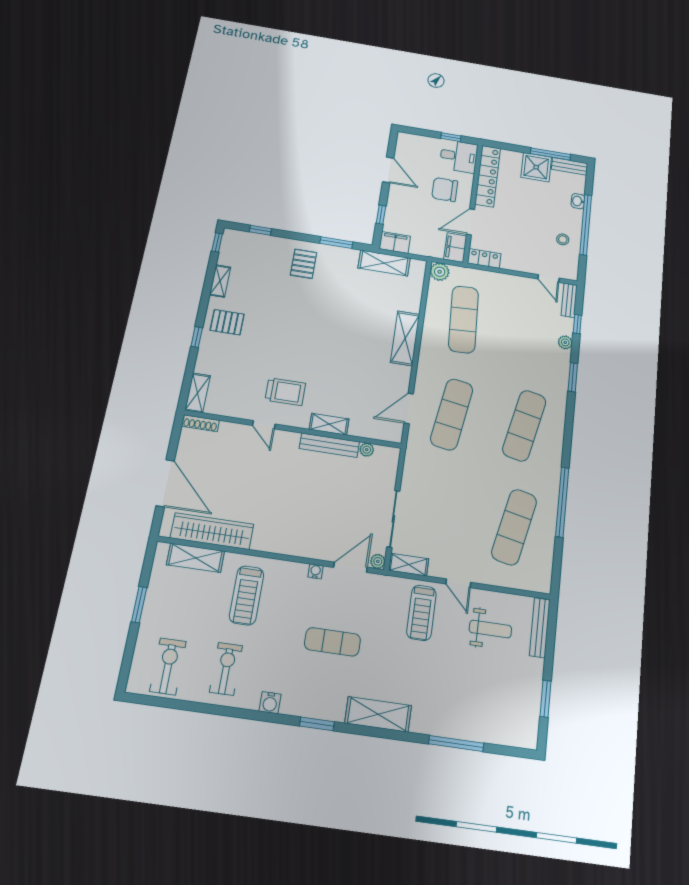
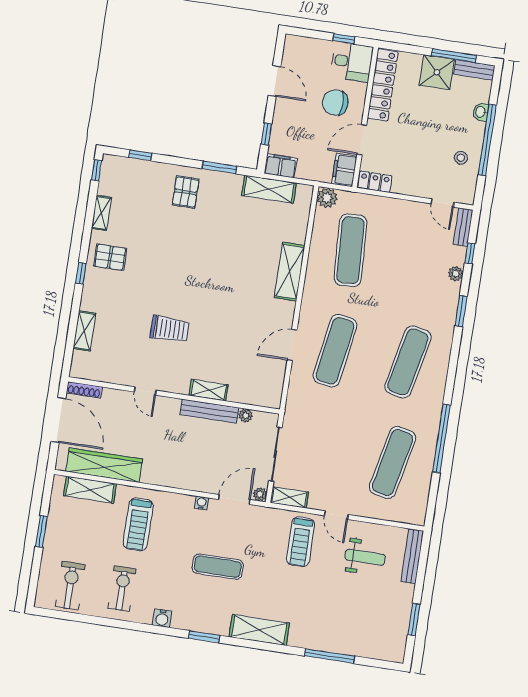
shoe rack: (200, 423) -> (84, 390), moved
shelving: (329, 424) -> (209, 390), moved
door: (264, 425) -> (145, 391), moved
wall: (293, 429) -> (174, 395), moved
bench: (329, 445) -> (209, 411), moved
plant: (367, 450) -> (246, 415), moved

